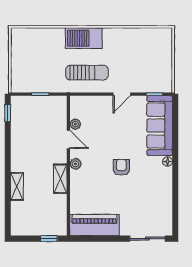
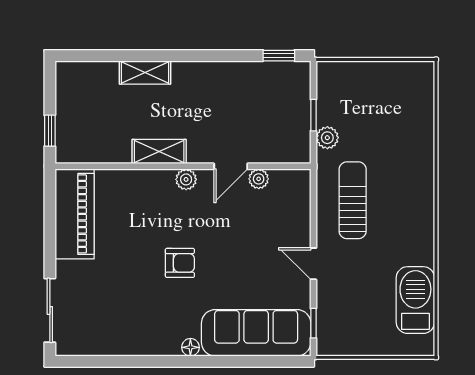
barbecue: (84, 38) -> (415, 300), moved
sun lounger: (87, 73) -> (353, 200), turned 180
plant: (53, 86) -> (327, 138), added

